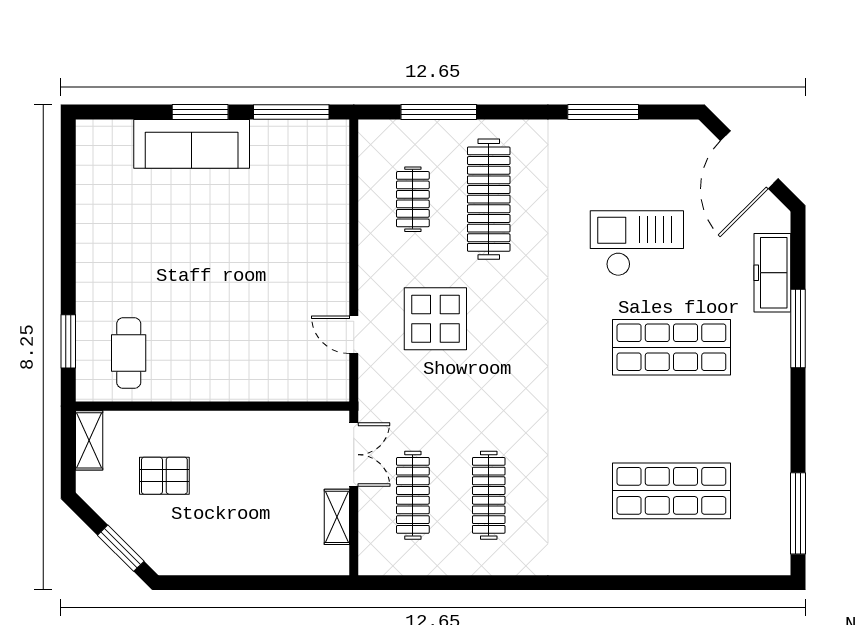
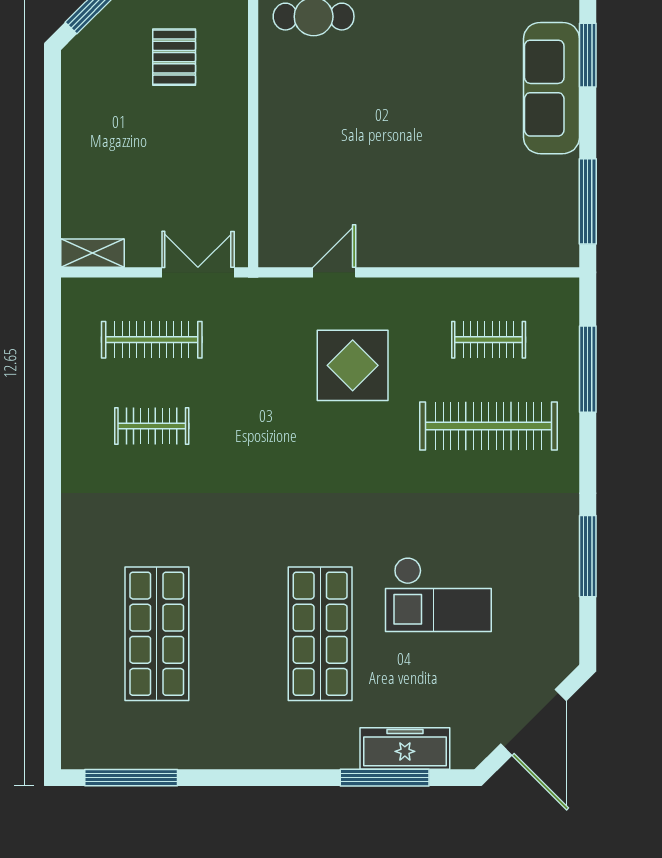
window: (200, 112) -> (588, 55), moved
door: (749, 160) -> (533, 722), swing flipped
checkout: (637, 243) -> (438, 594), turned 90
window: (798, 328) -> (385, 778), moved
double door: (354, 455) -> (198, 272), swing flipped
clothes rail: (489, 495) -> (152, 426), width x0.73
shelving: (337, 517) -> (92, 253), moved

